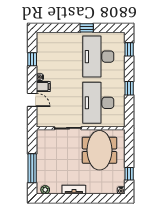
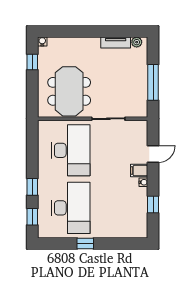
window: (129, 88) -> (32, 187), moved
door: (32, 100) -> (153, 154), swing flipped
window: (32, 168) -> (153, 82), moved
tv unit: (74, 190) -> (116, 42), moved

